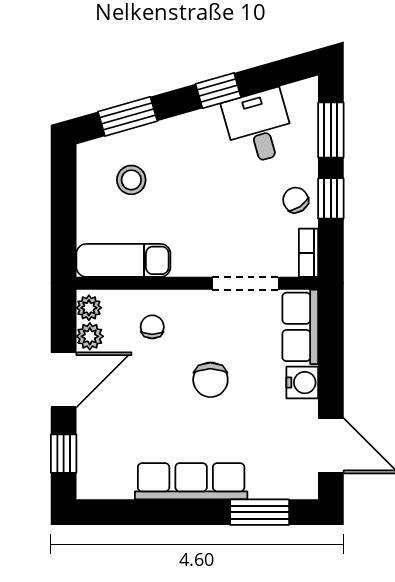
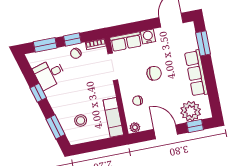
plant: (90, 336) -> (191, 111), moved, width x1.87, depth x1.87

